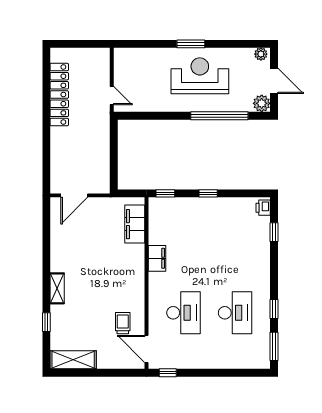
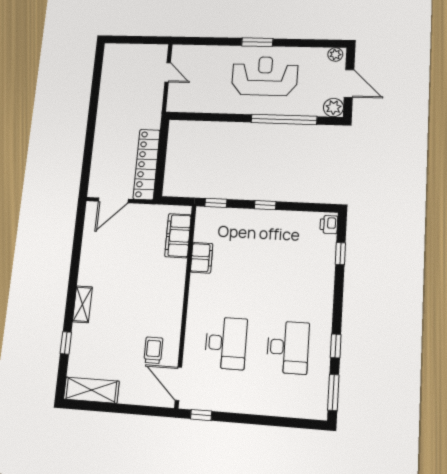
locker: (59, 95) -> (147, 164), moved, turned 180
door: (112, 96) -> (168, 72), moved
filing cabinet: (157, 258) -> (202, 258), moved

